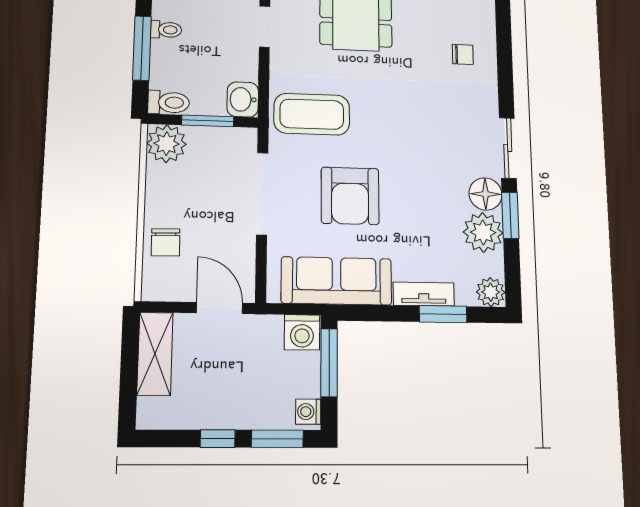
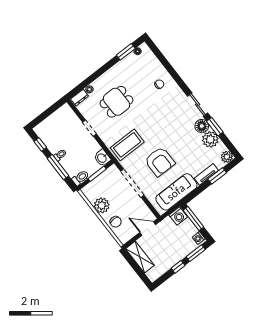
plant: (166, 144) -> (102, 205), moved

